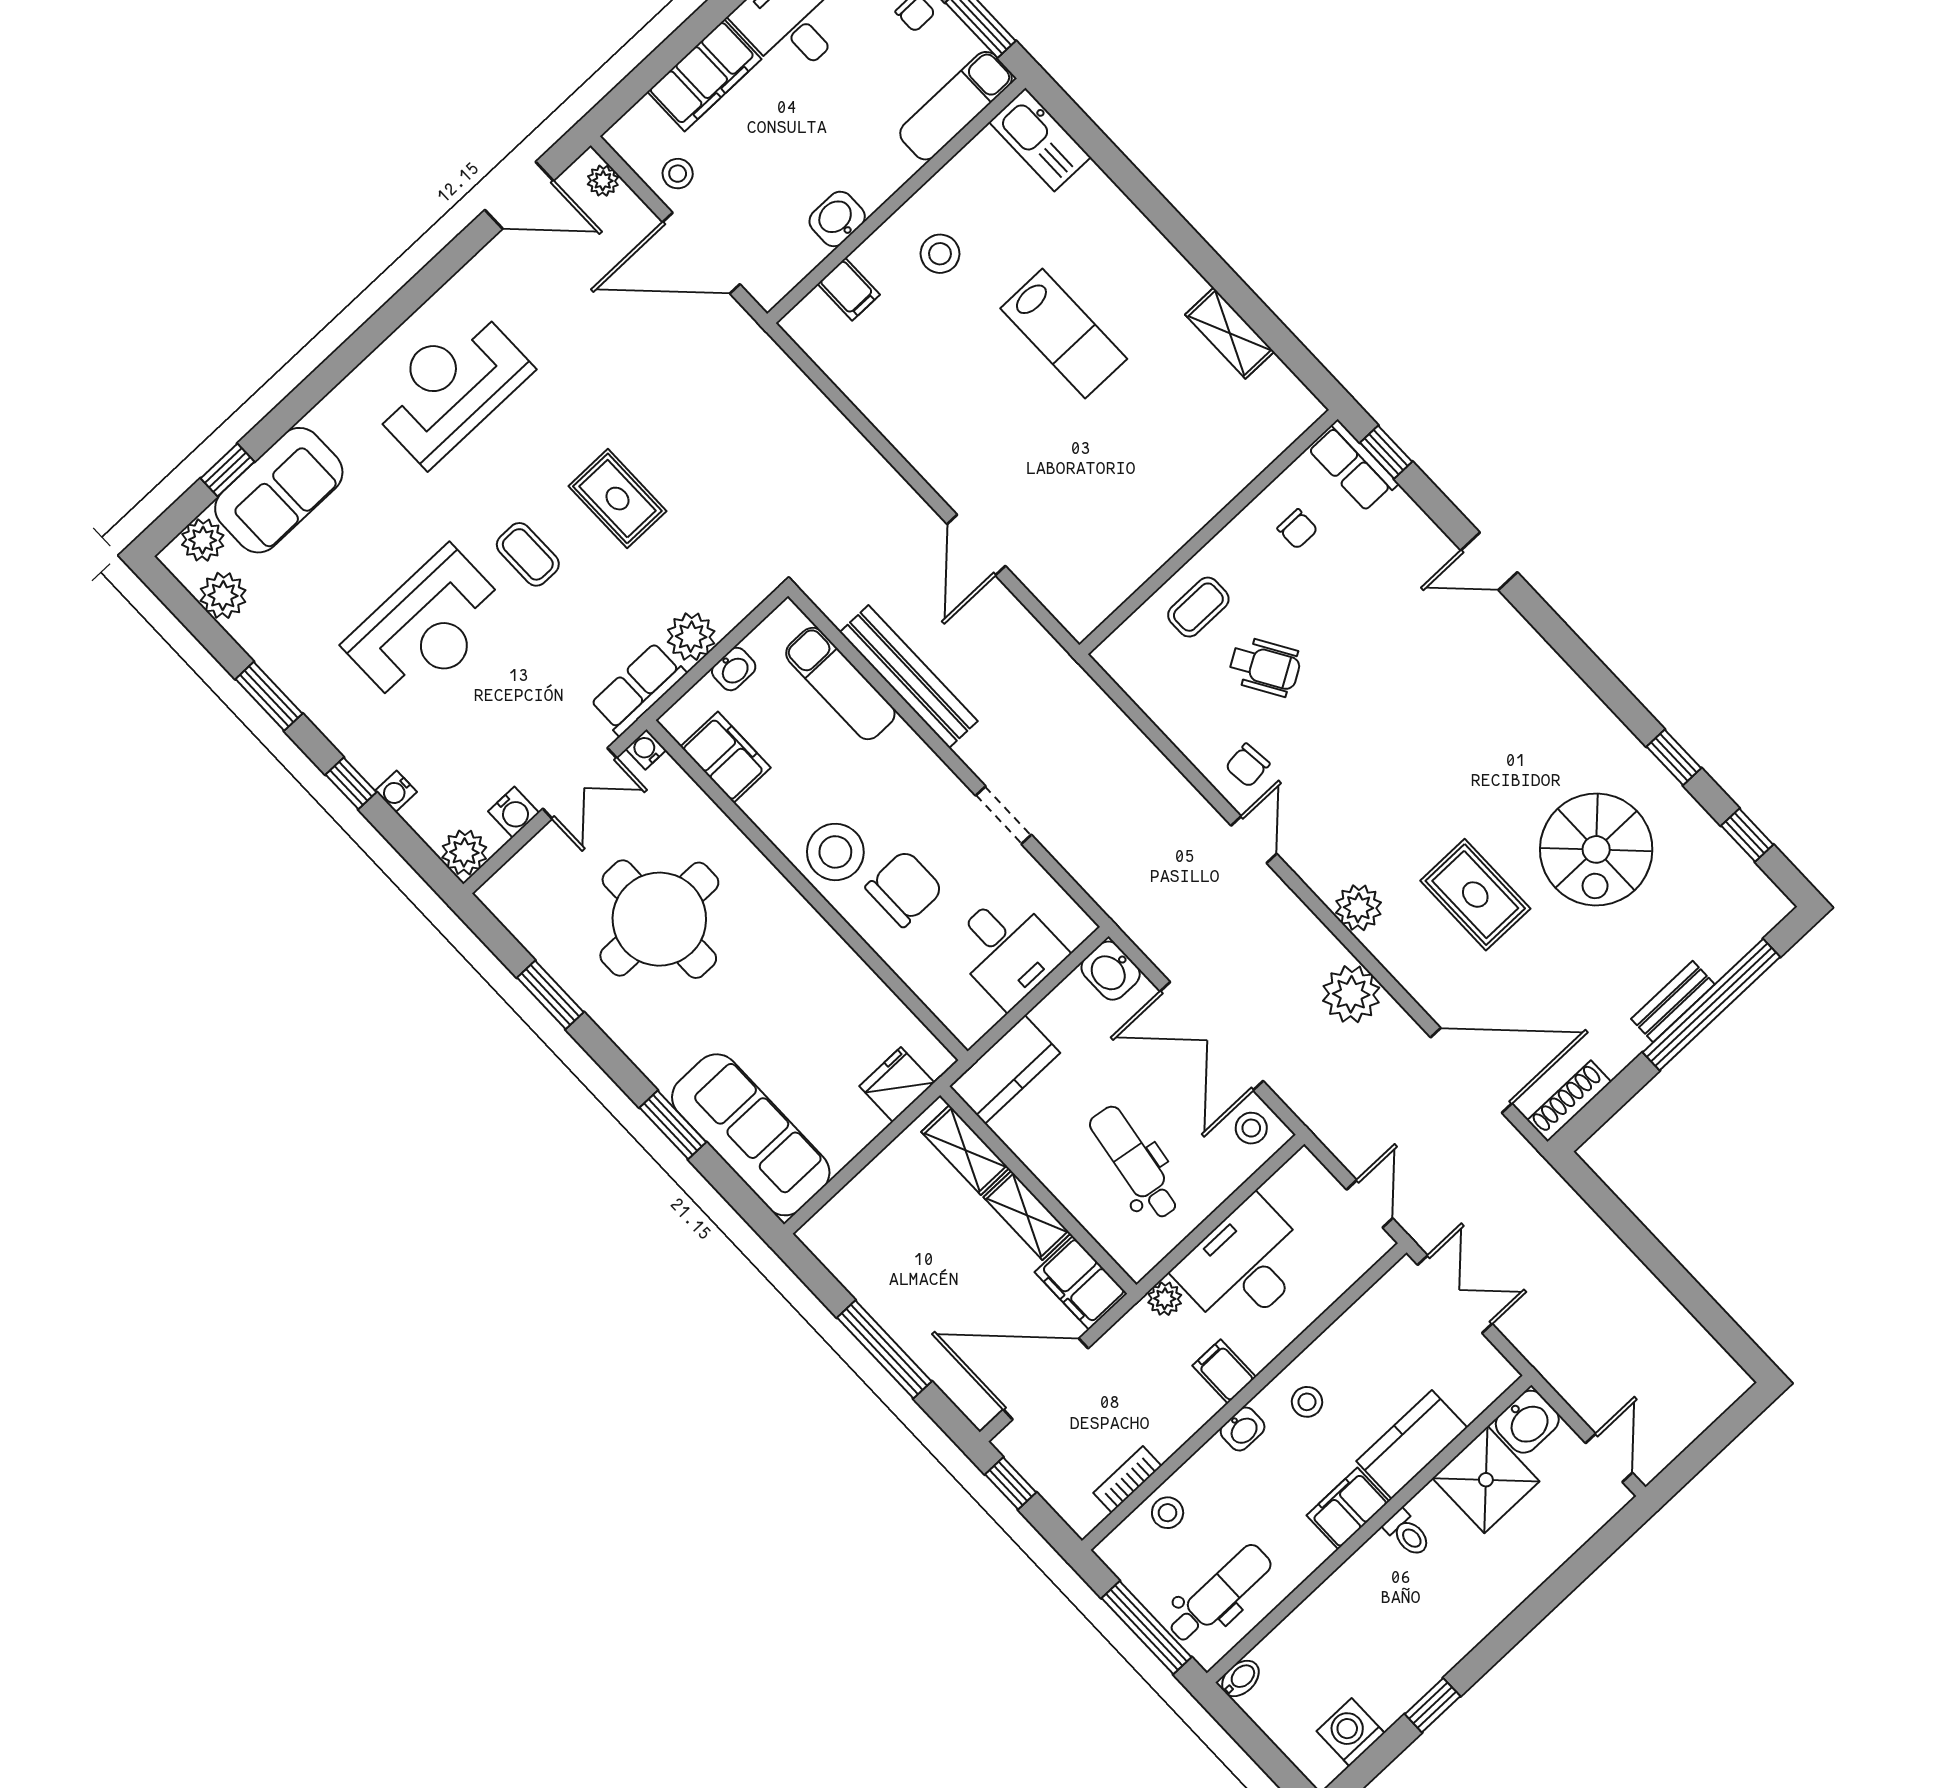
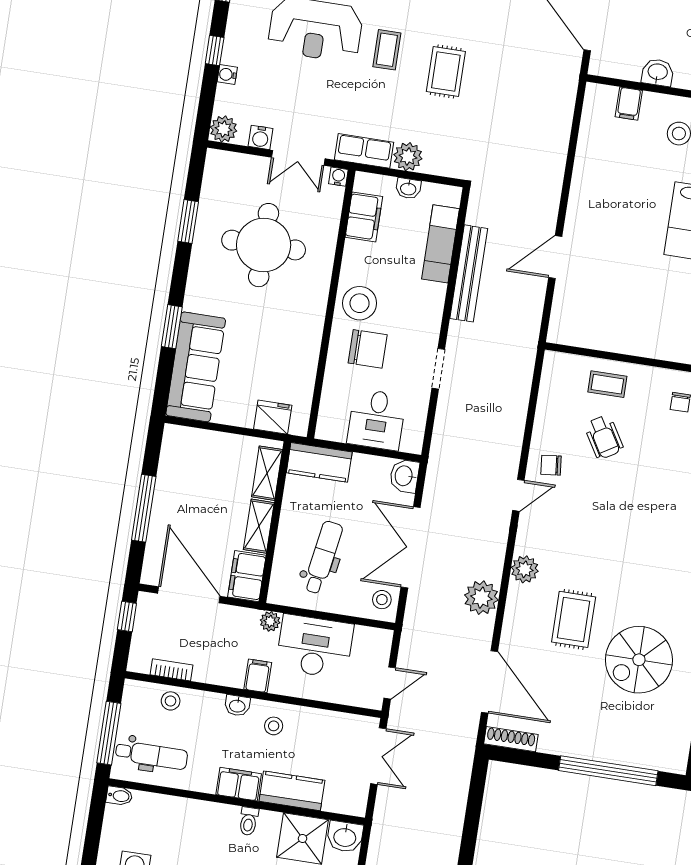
bench: (1673, 1002) -> (596, 751), removed

